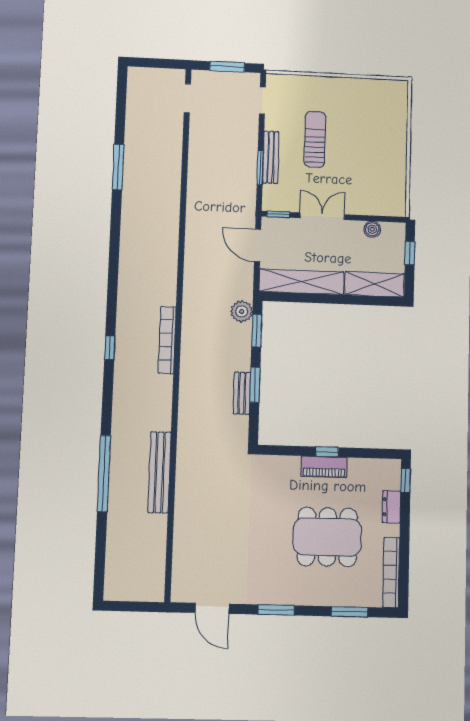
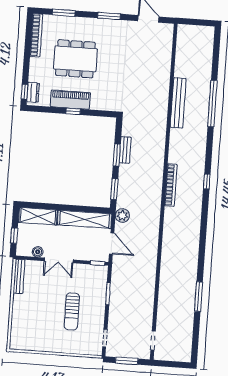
bench: (271, 157) -> (19, 276), moved
double door: (322, 216) -> (59, 260), moved
plant: (242, 311) -> (122, 216), moved
piano: (324, 467) -> (70, 100), width x1.37, depth x1.33
dresser: (391, 507) -> (33, 92), moved

